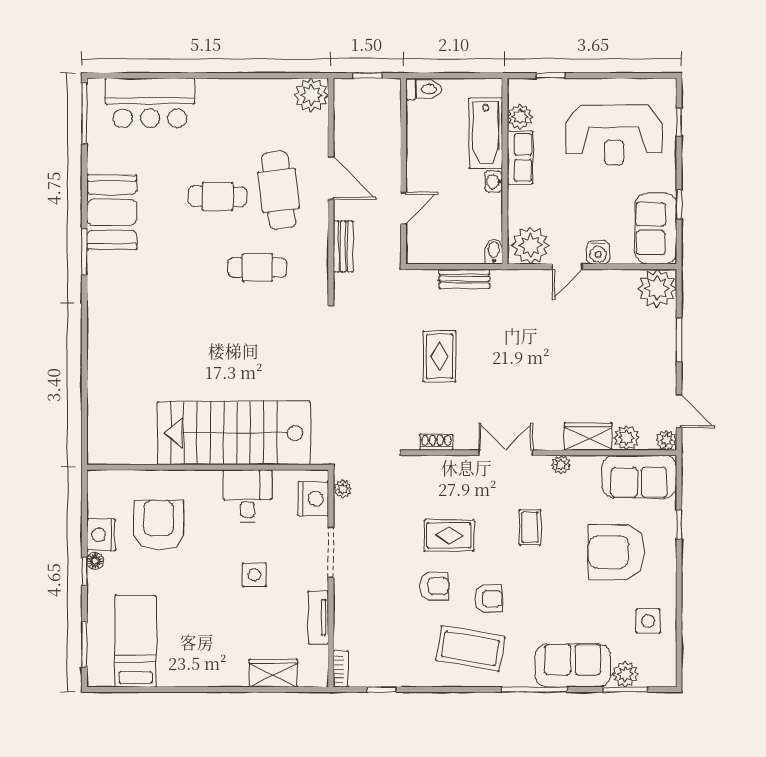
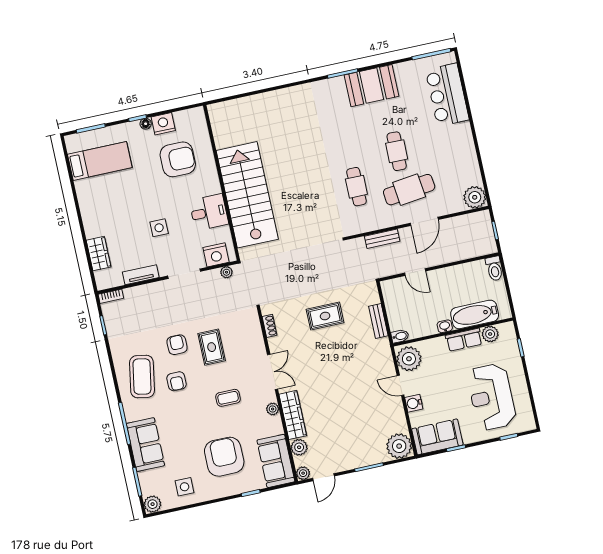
wardrobe: (588, 437) -> (293, 415), width x1.50
armchair: (434, 586) -> (177, 345), turned 180
plant: (625, 674) -> (153, 504), moved

